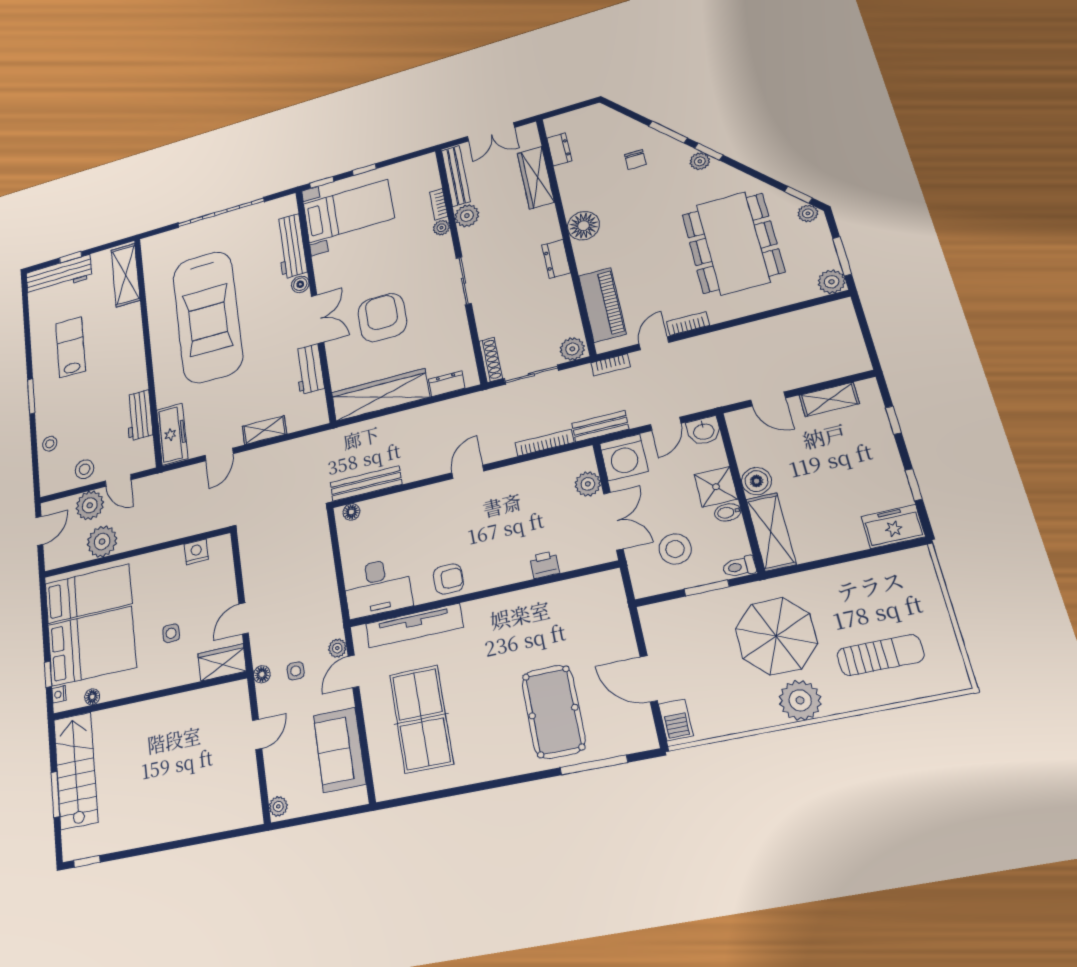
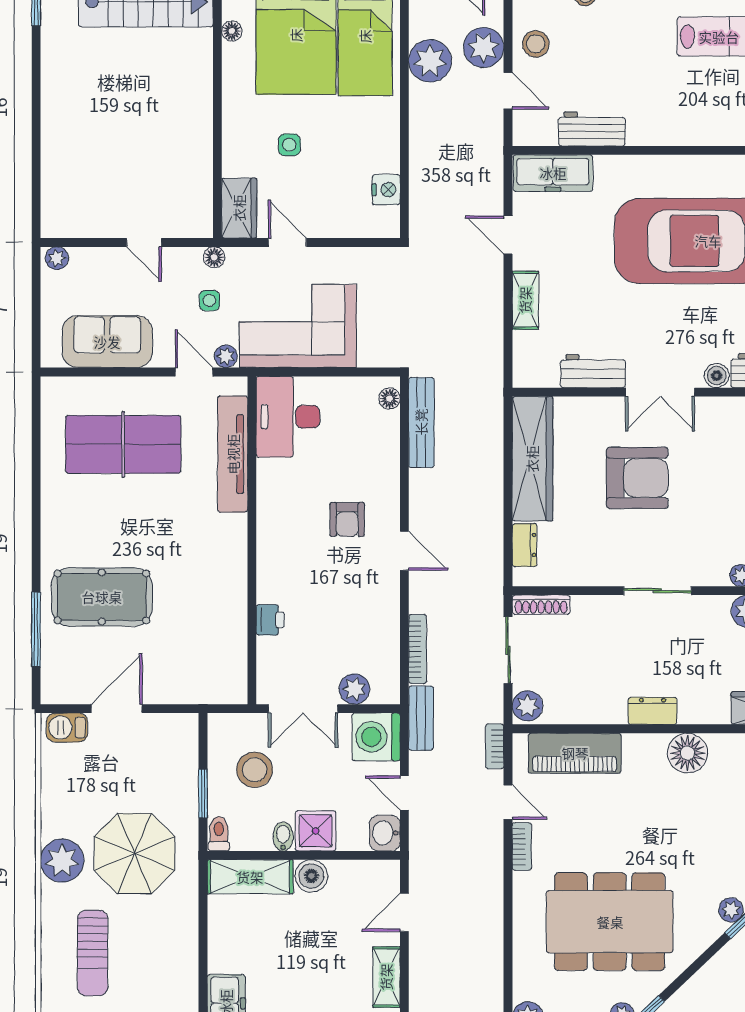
door: (118, 480) -> (508, 91), swing flipped
armchair: (448, 579) -> (347, 519), moved
corner sofa: (306, 596) -> (298, 326), added

